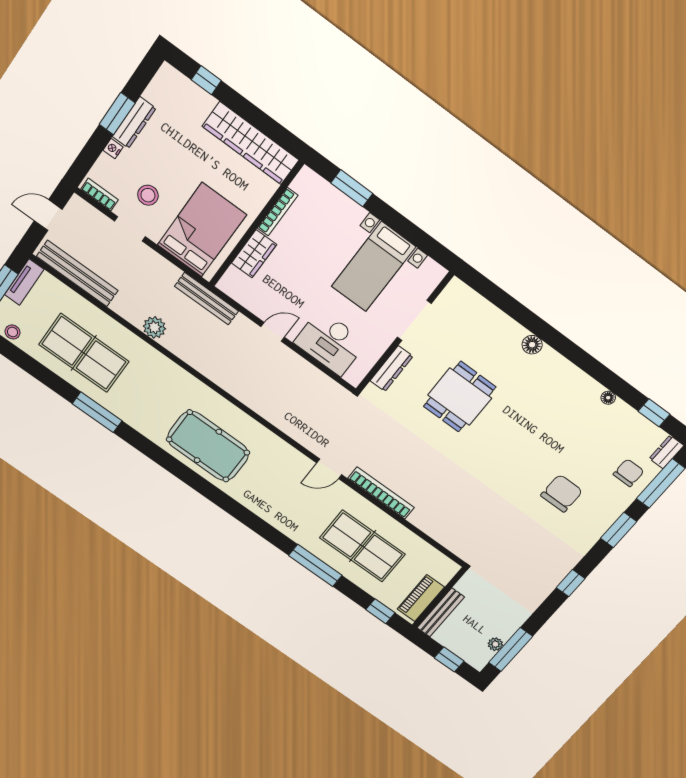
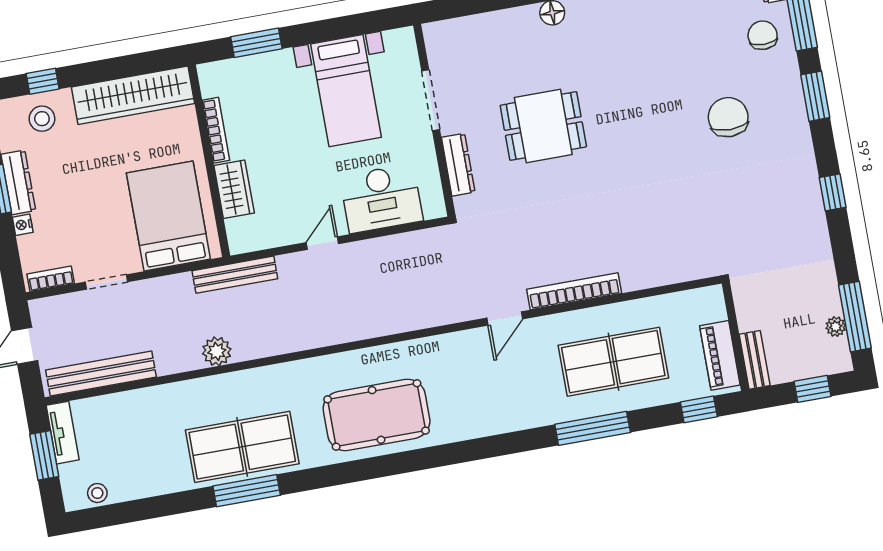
stool: (148, 195) -> (42, 119), moved
table tennis table: (84, 353) -> (242, 447), moved
dining table: (460, 397) -> (543, 126), turned 90
bench: (441, 612) -> (755, 360), width x0.73

